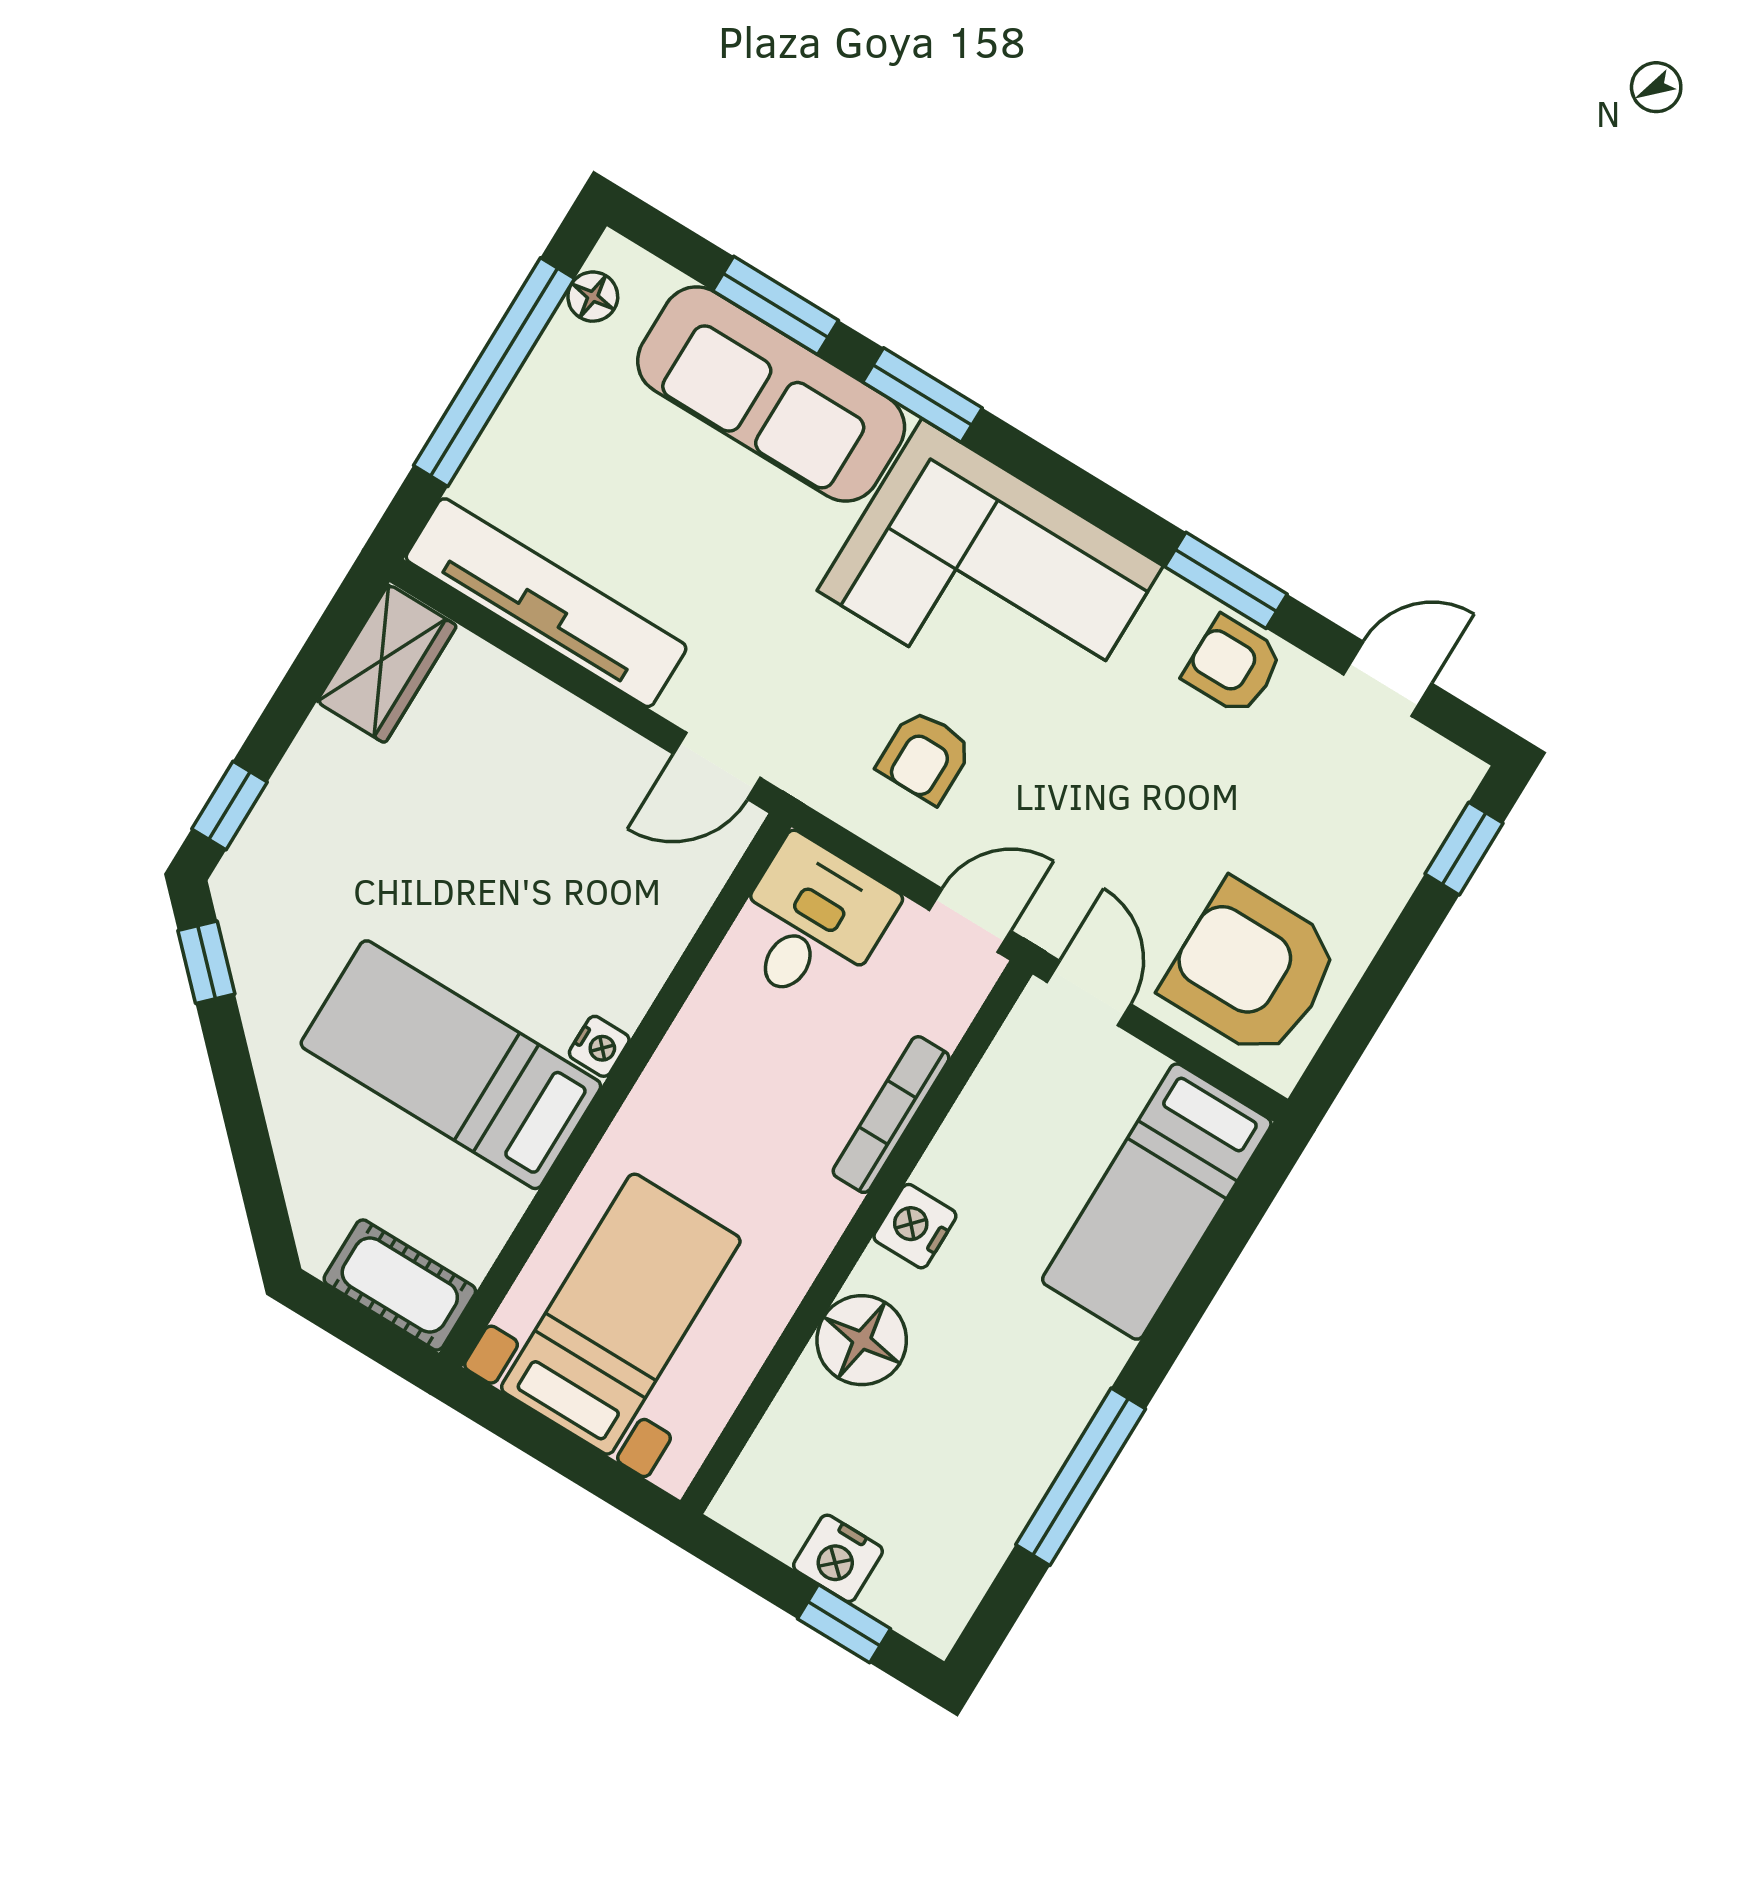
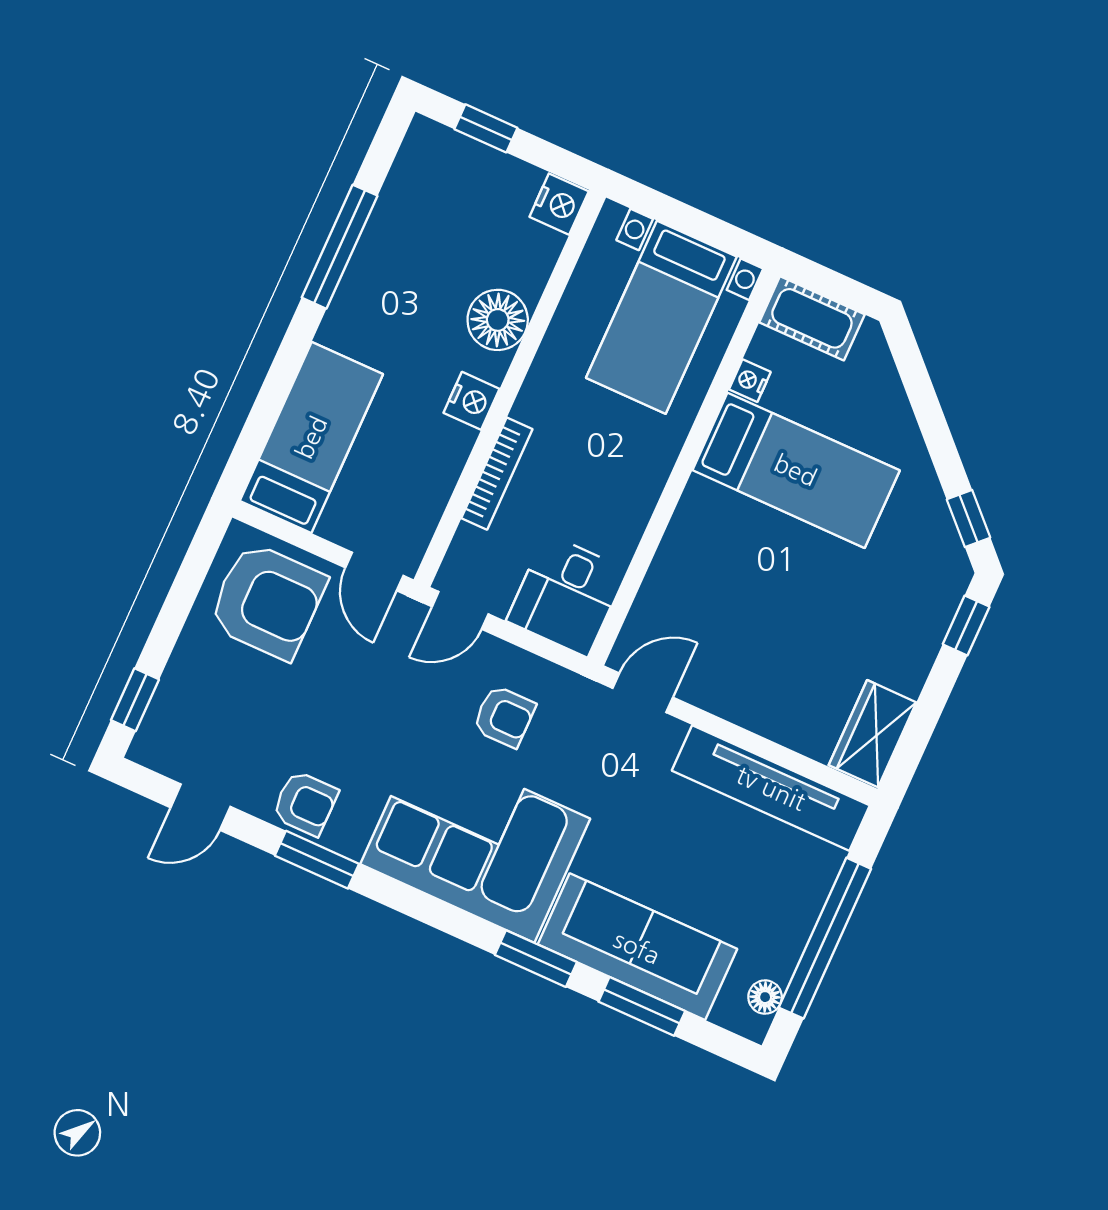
armchair: (925, 757) -> (504, 716), turned 90
nightstand: (599, 1046) -> (750, 381), moved
nightstand: (838, 1558) -> (559, 204), moved, turned 90

